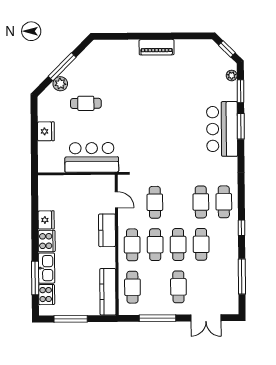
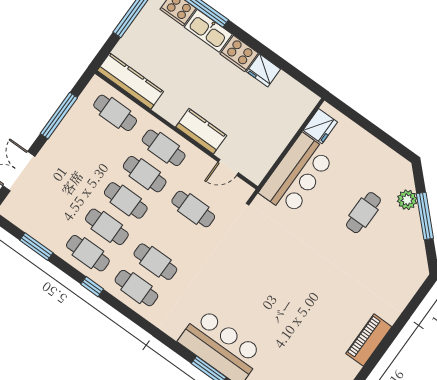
fridge: (46, 131) -> (320, 126), moved, turned -90
window: (242, 276) -> (36, 247), width x0.69
cafe table: (178, 287) -> (88, 253), moved

